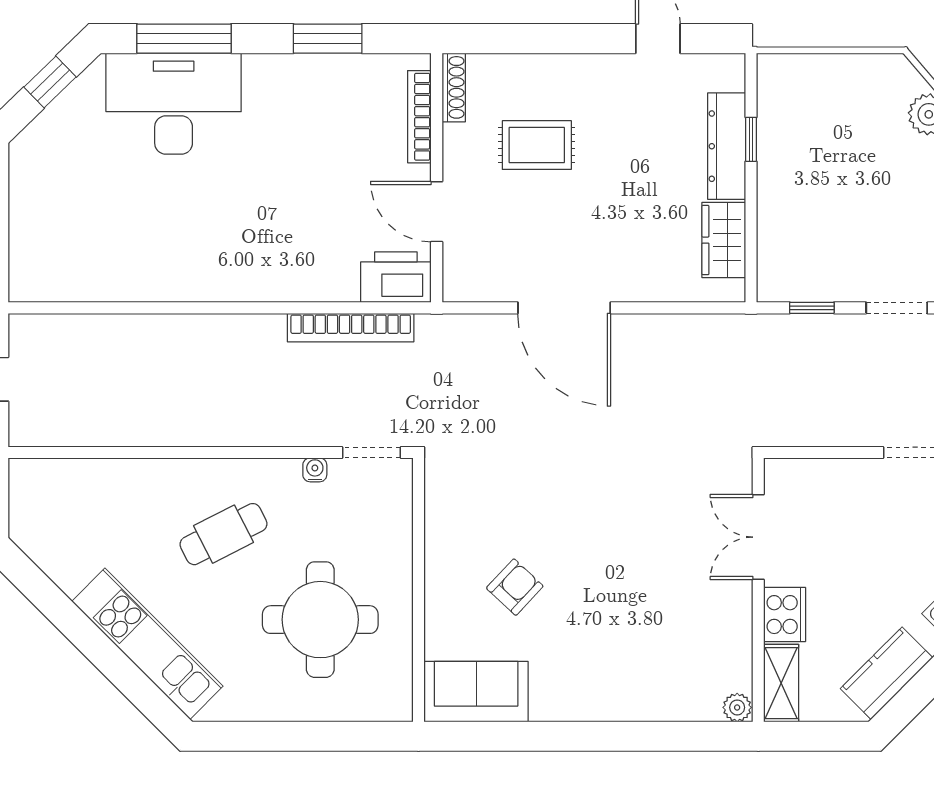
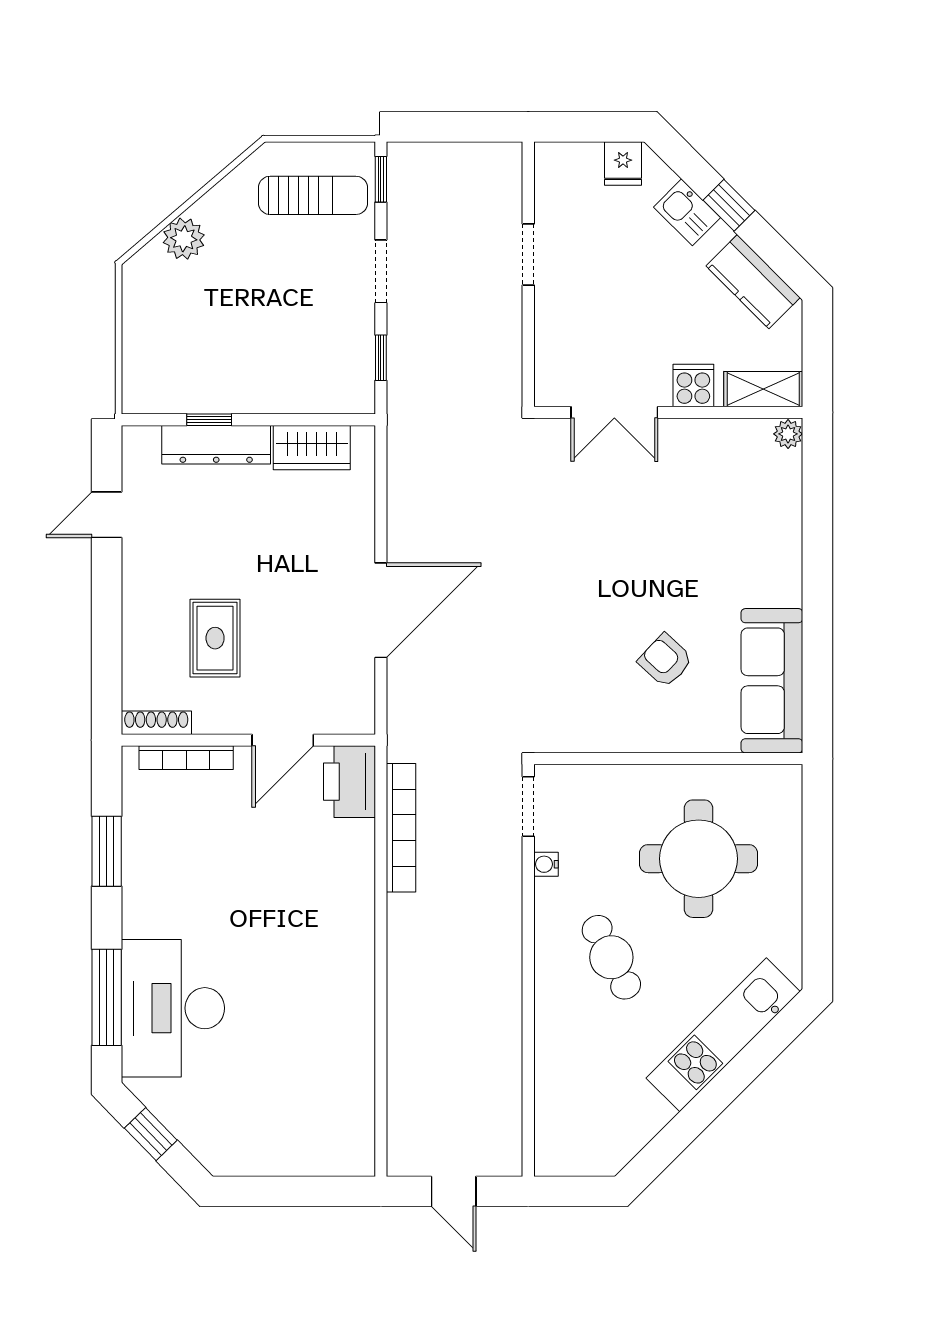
cooker: (785, 615) -> (693, 386), width x0.73
sofa: (476, 692) -> (772, 681), width x1.36

